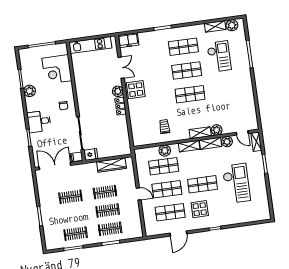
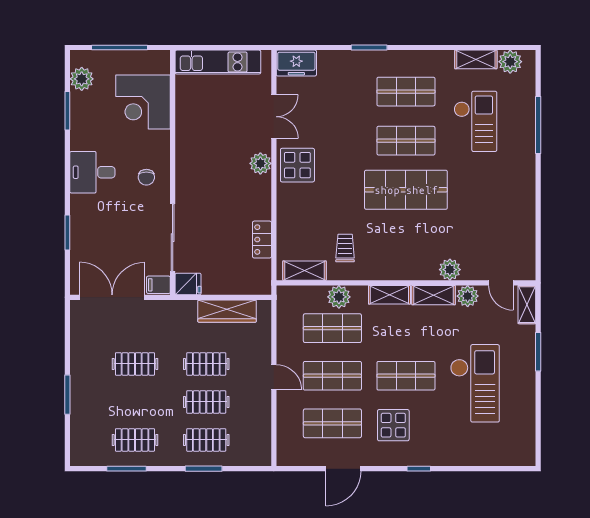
plant: (29, 91) -> (82, 79), moved
shop shelf: (190, 94) -> (406, 190), width x1.43, depth x1.36
locker: (121, 106) -> (262, 240), moved
desk: (39, 121) -> (92, 172), moved
shelving: (200, 133) -> (304, 271), moved

